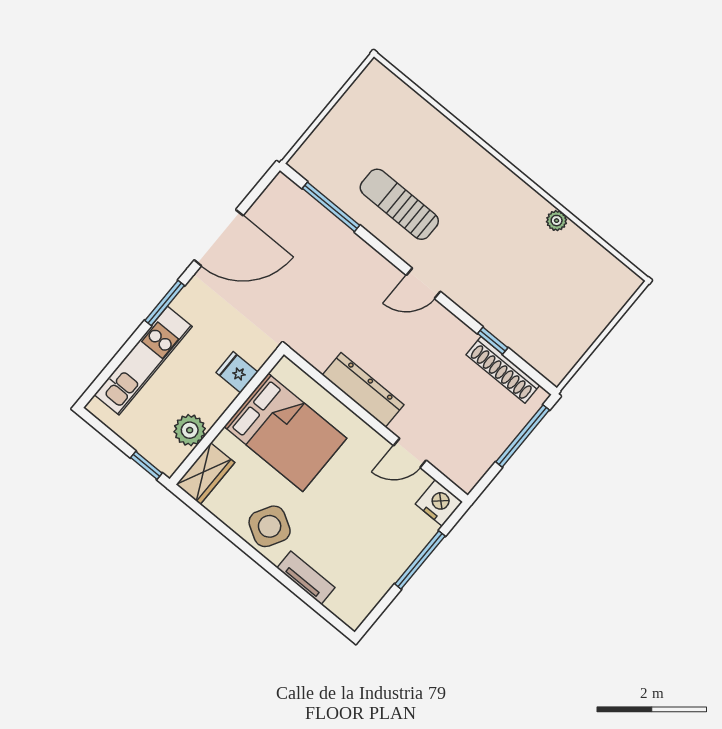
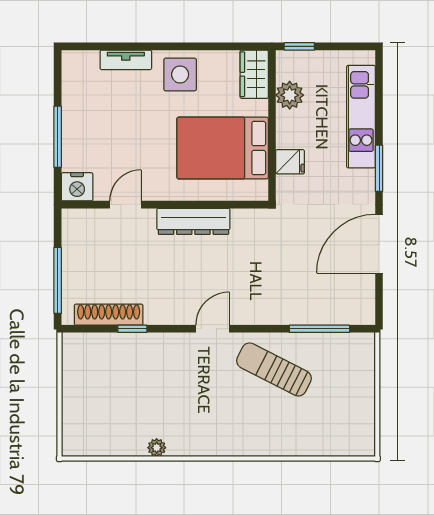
sun lounger: (399, 204) -> (274, 369), turned -153
side table: (270, 526) -> (180, 74), turned -30

